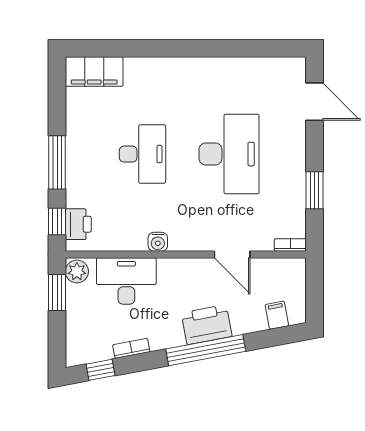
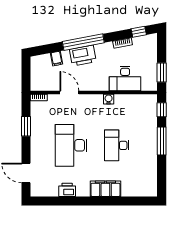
filing cabinet: (94, 72) -> (105, 189), moved
printer: (78, 224) -> (67, 190), moved, turned 90
plant: (77, 271) -> (151, 83), removed
filing cabinet: (277, 315) -> (57, 58), moved

